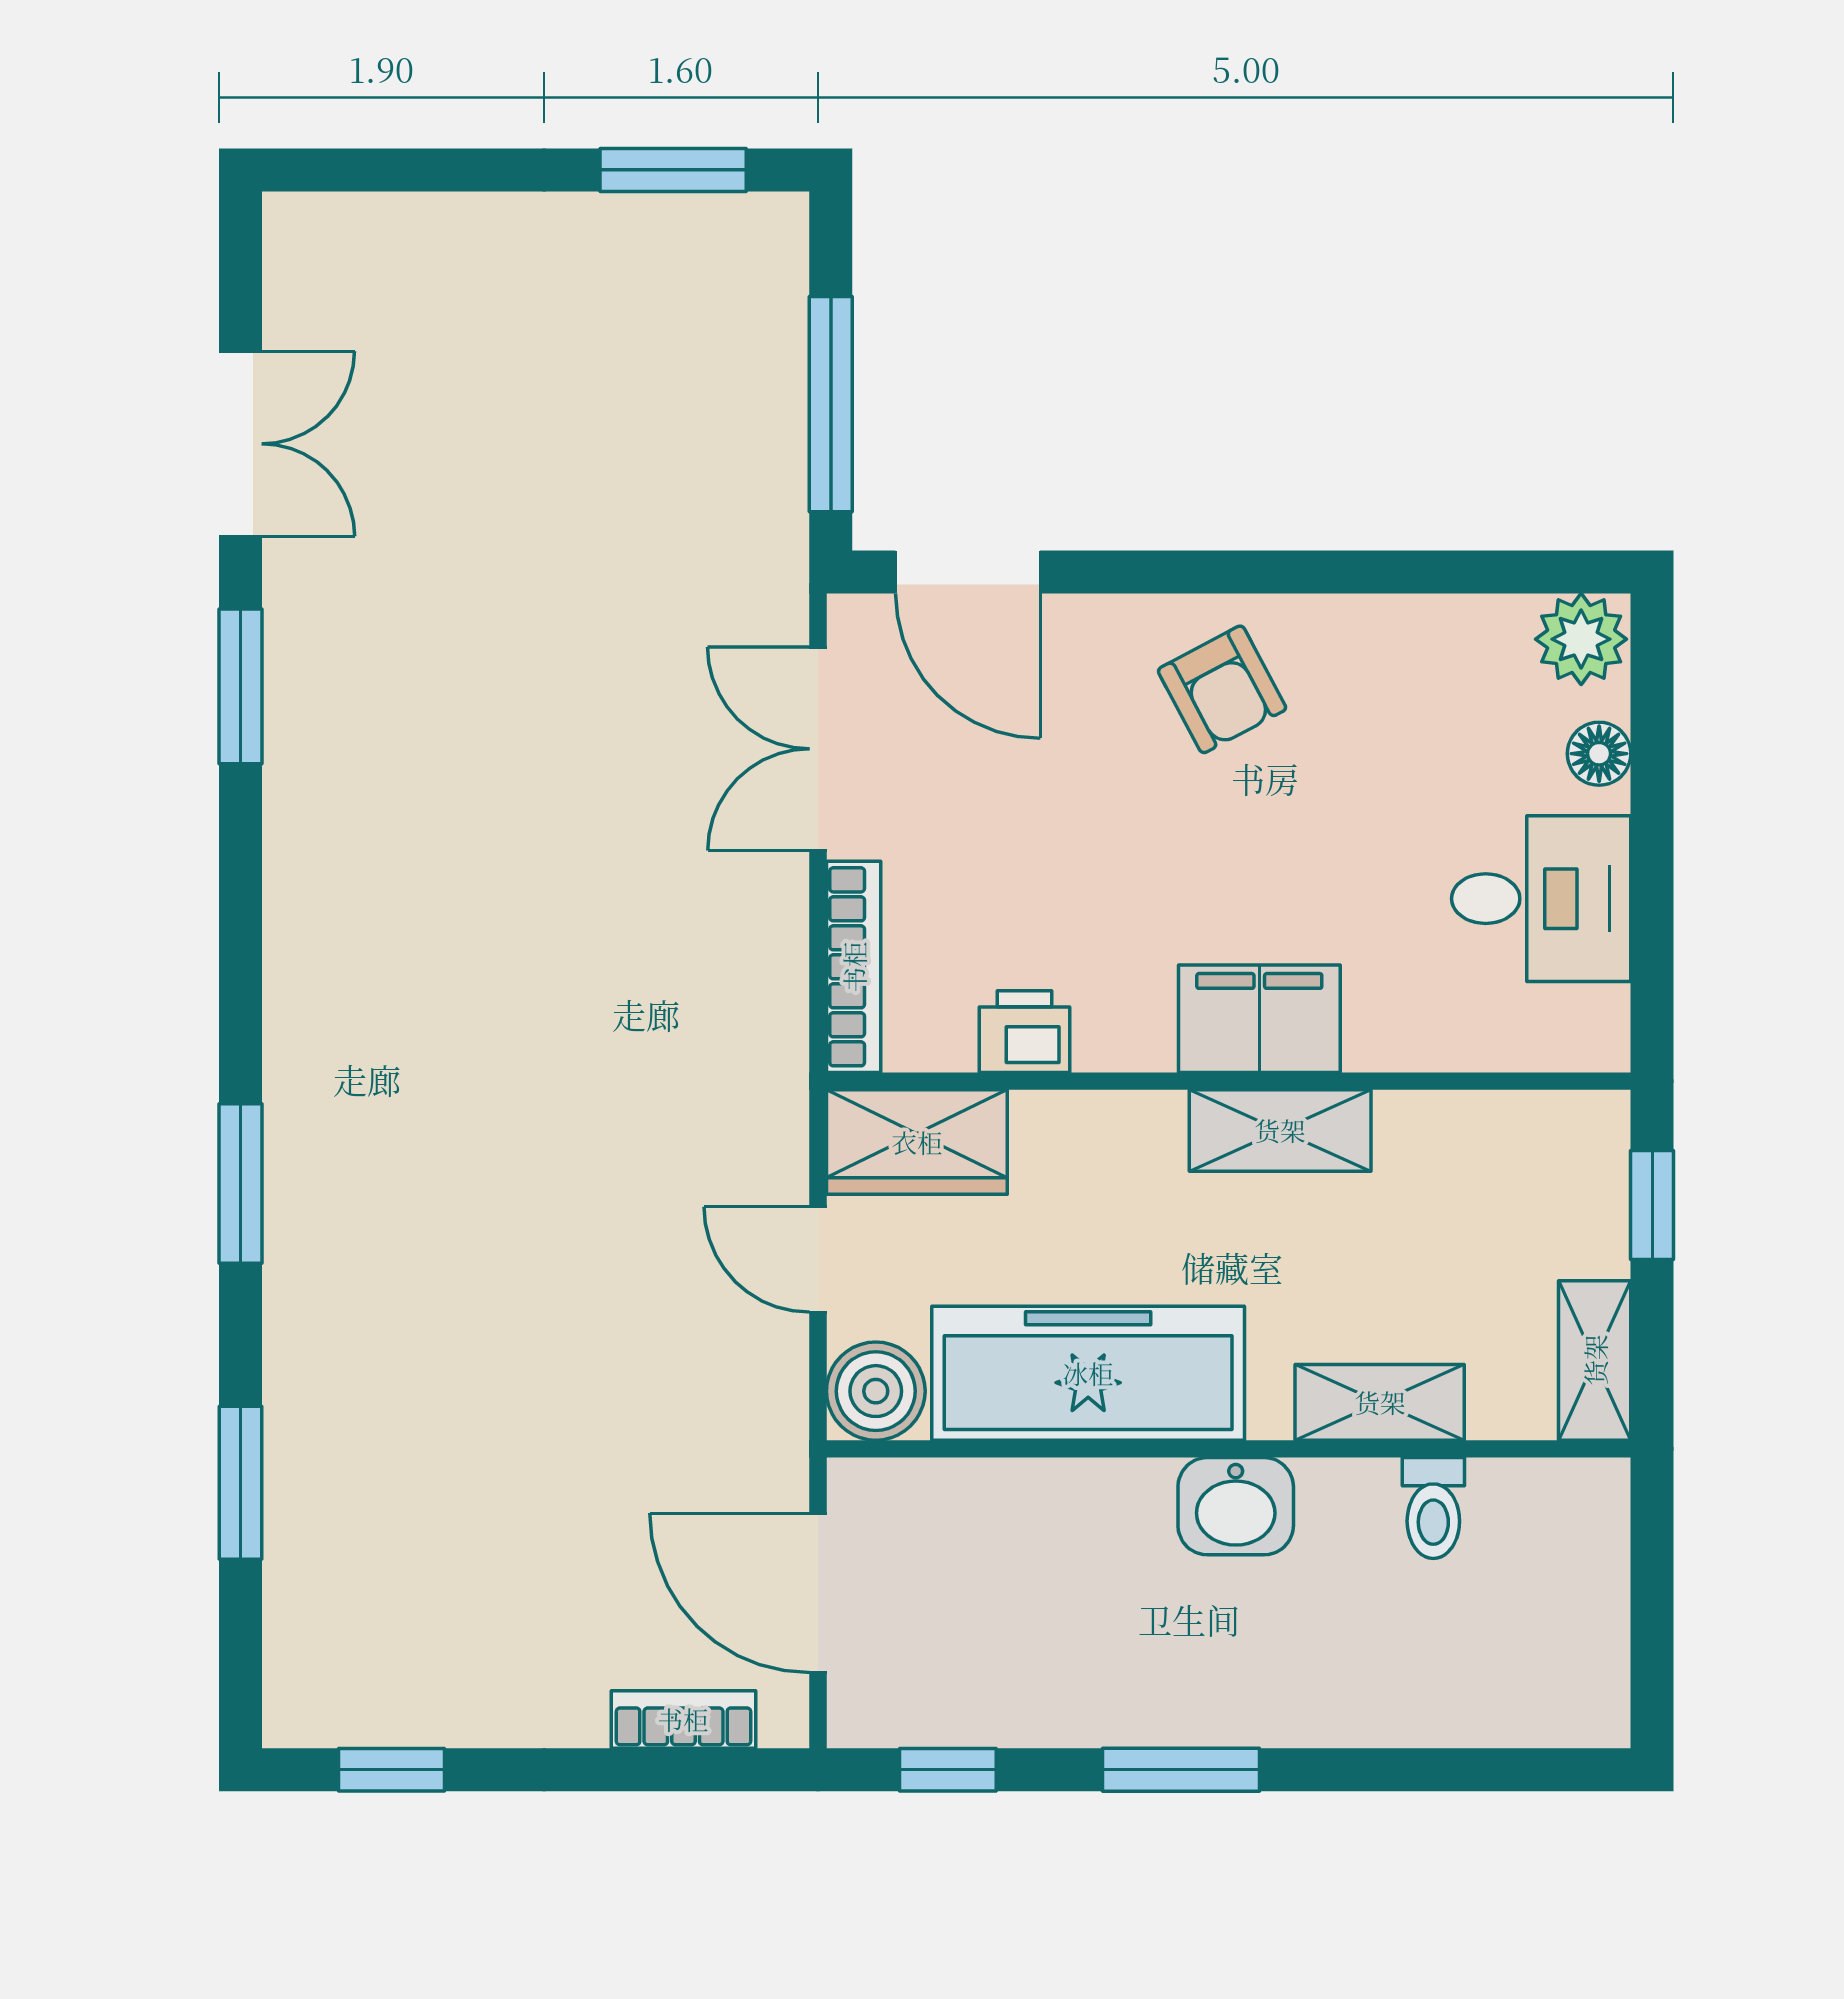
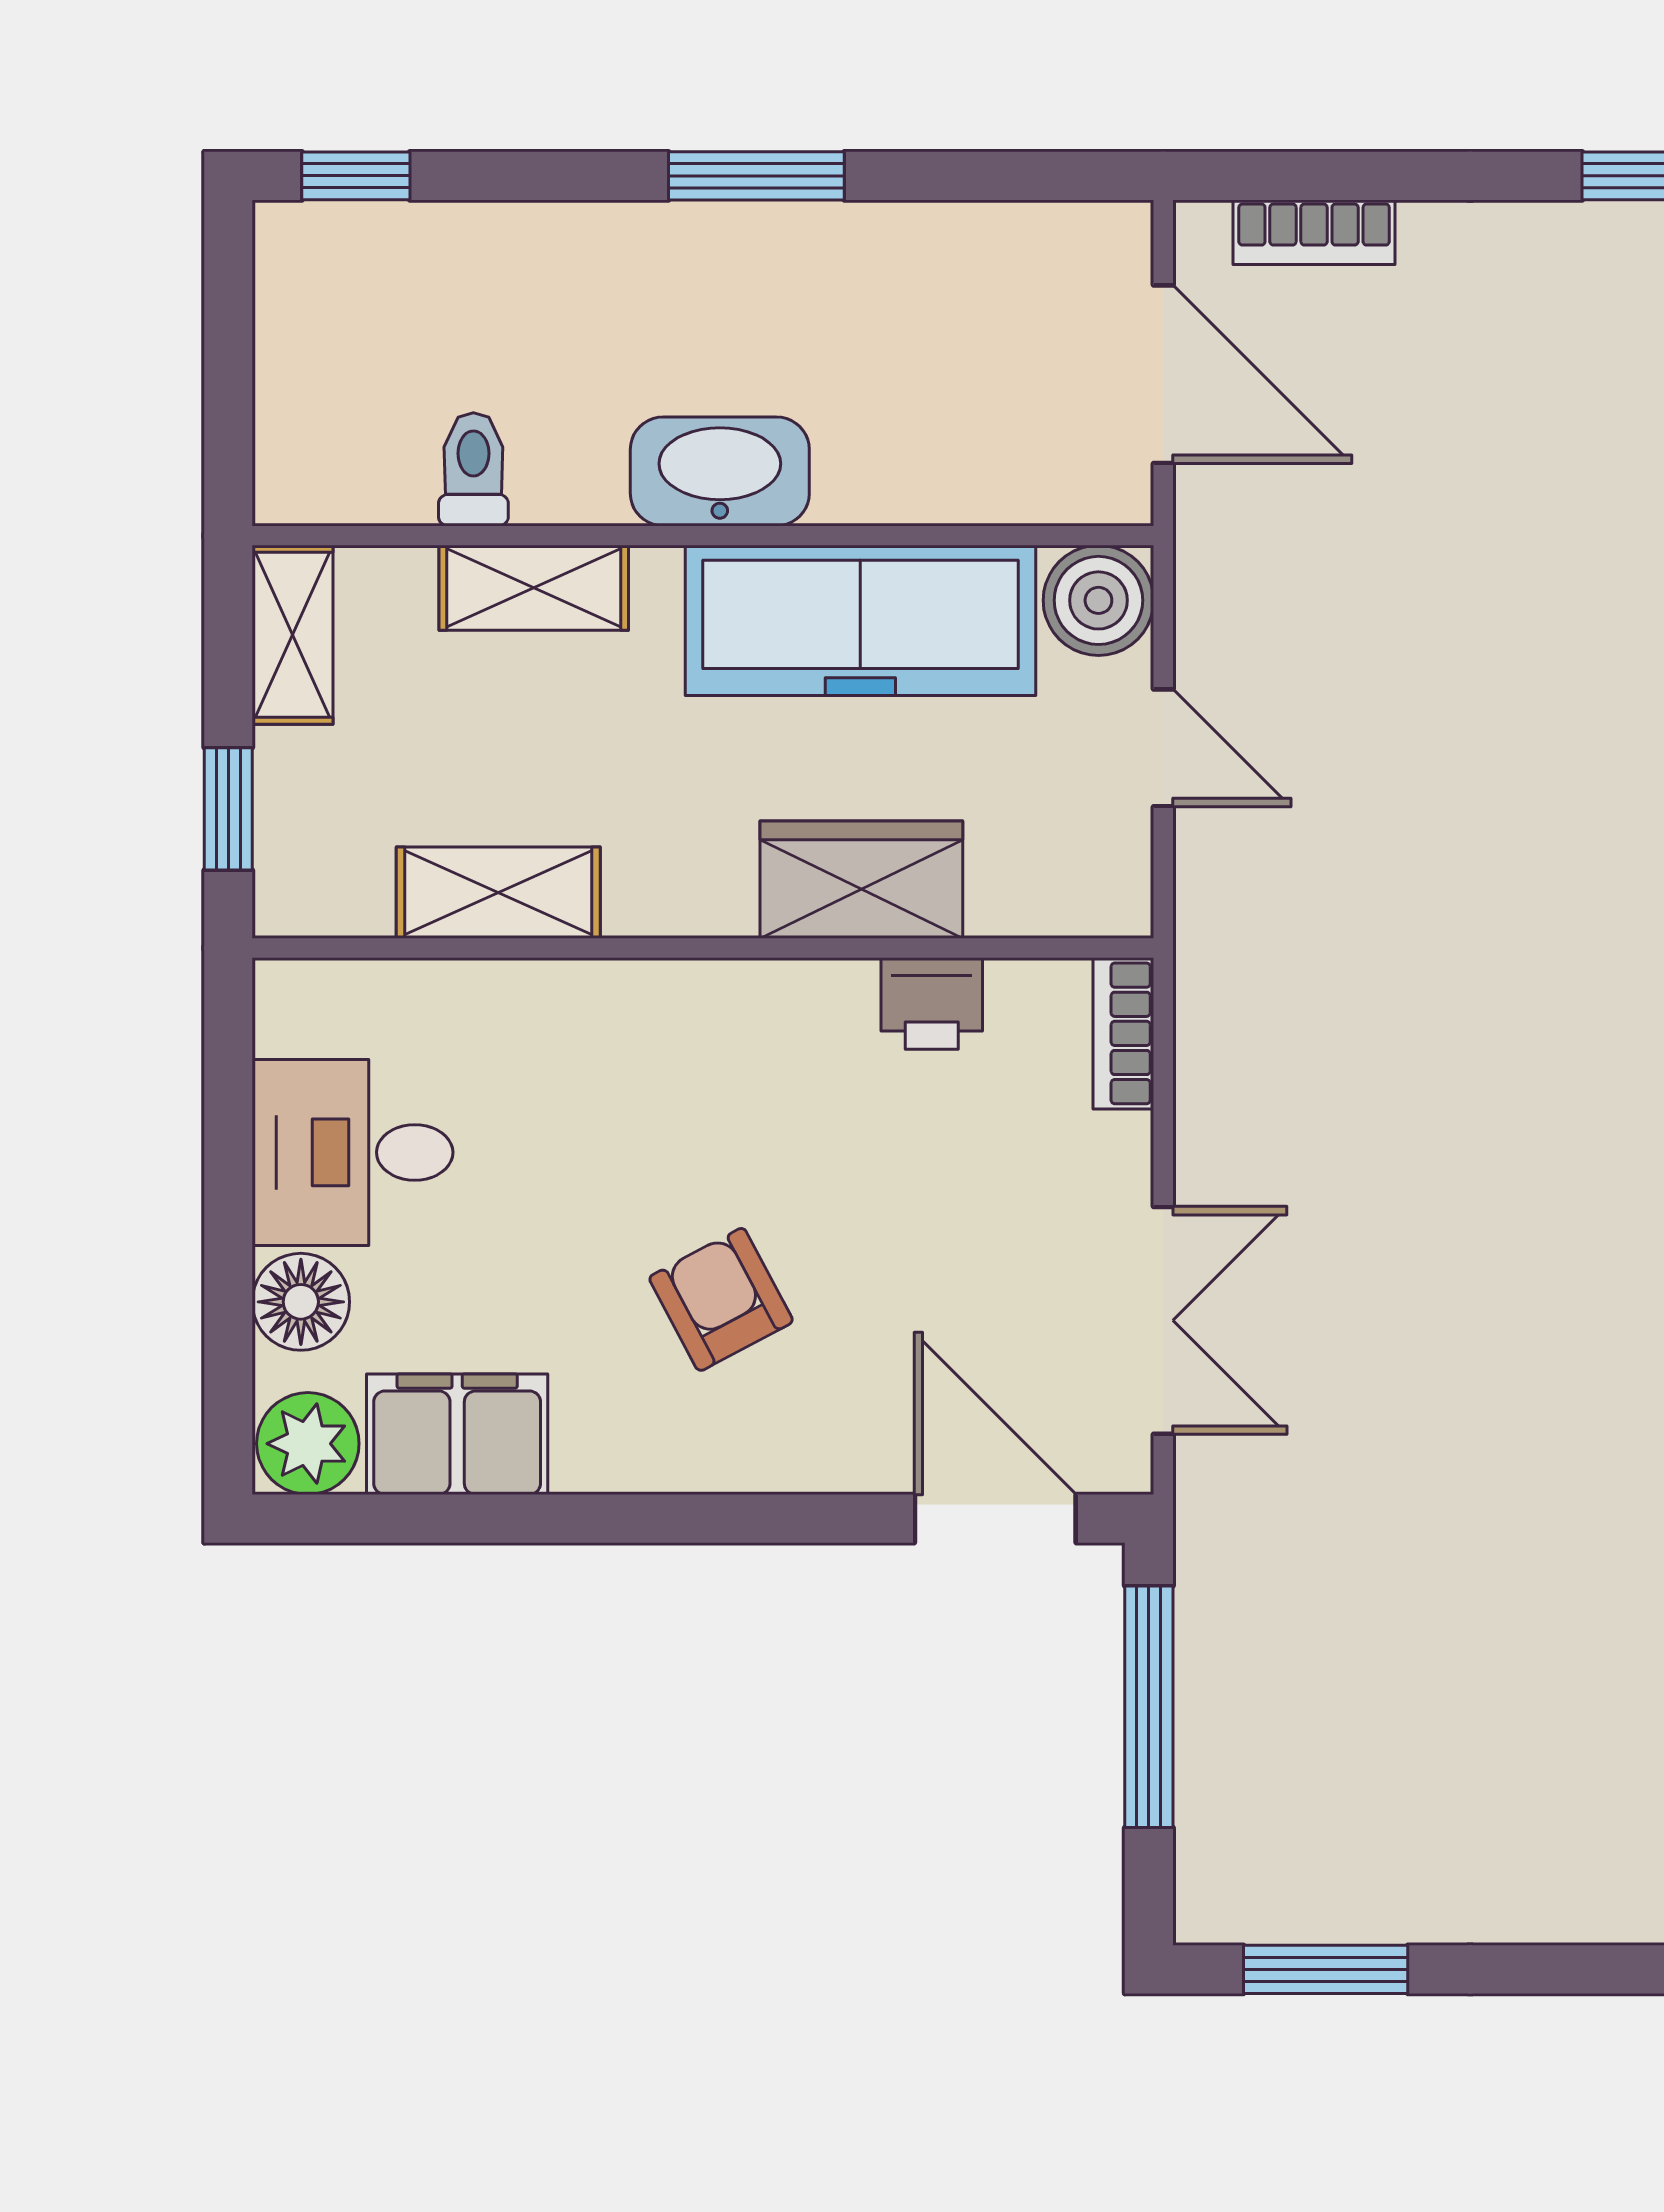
armchair: (1222, 689) -> (721, 1299), moved
floor lamp: (1599, 754) -> (301, 1302), width x1.37, depth x1.37
bookcase: (854, 967) -> (1123, 1033), width x0.64
filing cabinet: (1259, 1019) -> (457, 1434), moved, turned 180
shelving: (1280, 1130) -> (498, 893), moved
wardrobe: (917, 1142) -> (861, 880), moved
washbasin: (1236, 1506) -> (720, 471), width x1.38
window: (948, 1770) -> (356, 176), moved

